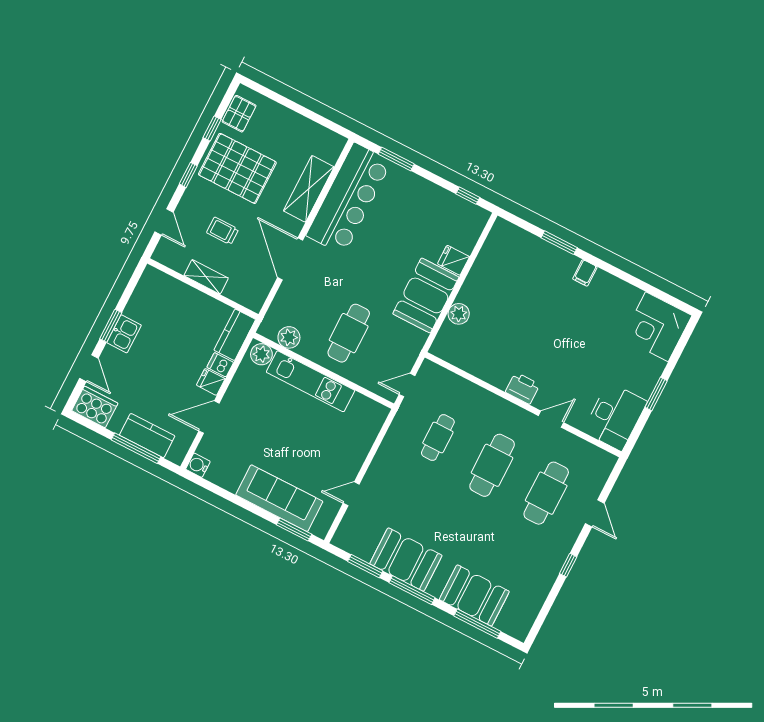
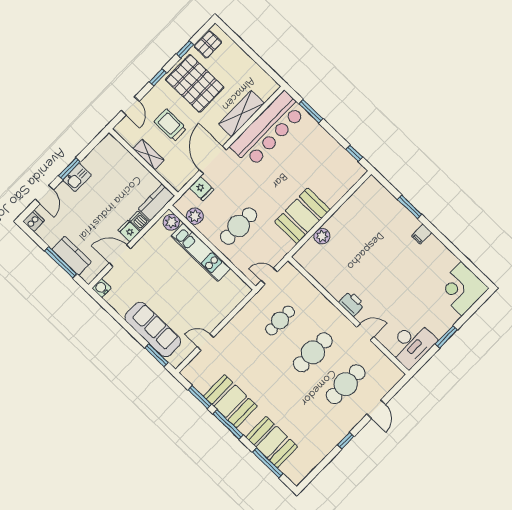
trolley: (223, 231) -> (170, 125), width x1.36, depth x1.39
fridge: (453, 260) -> (201, 189), moved, turned 180
cooker: (95, 407) -> (34, 221), width x0.53, depth x0.76

